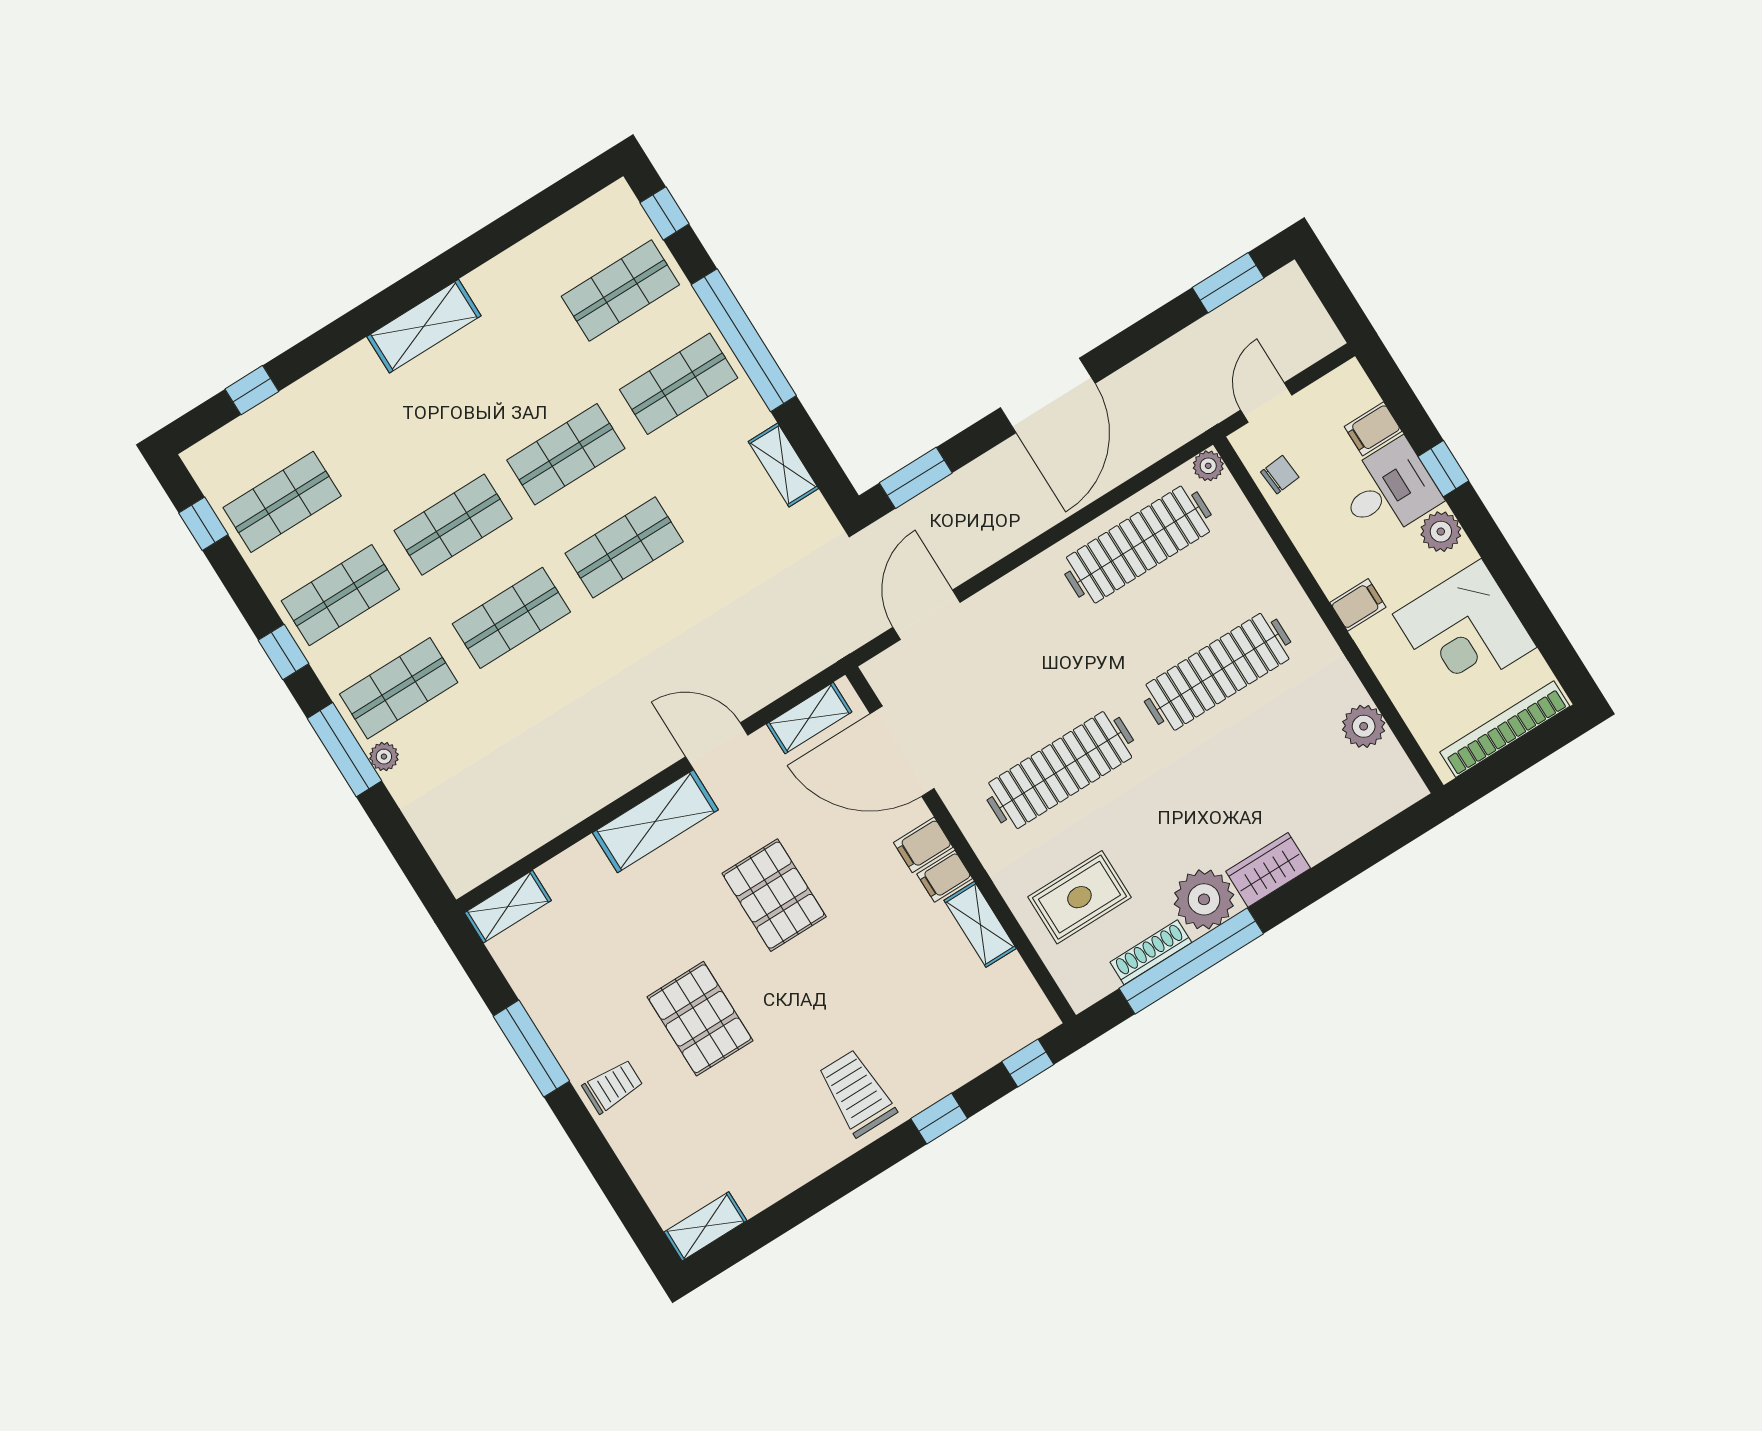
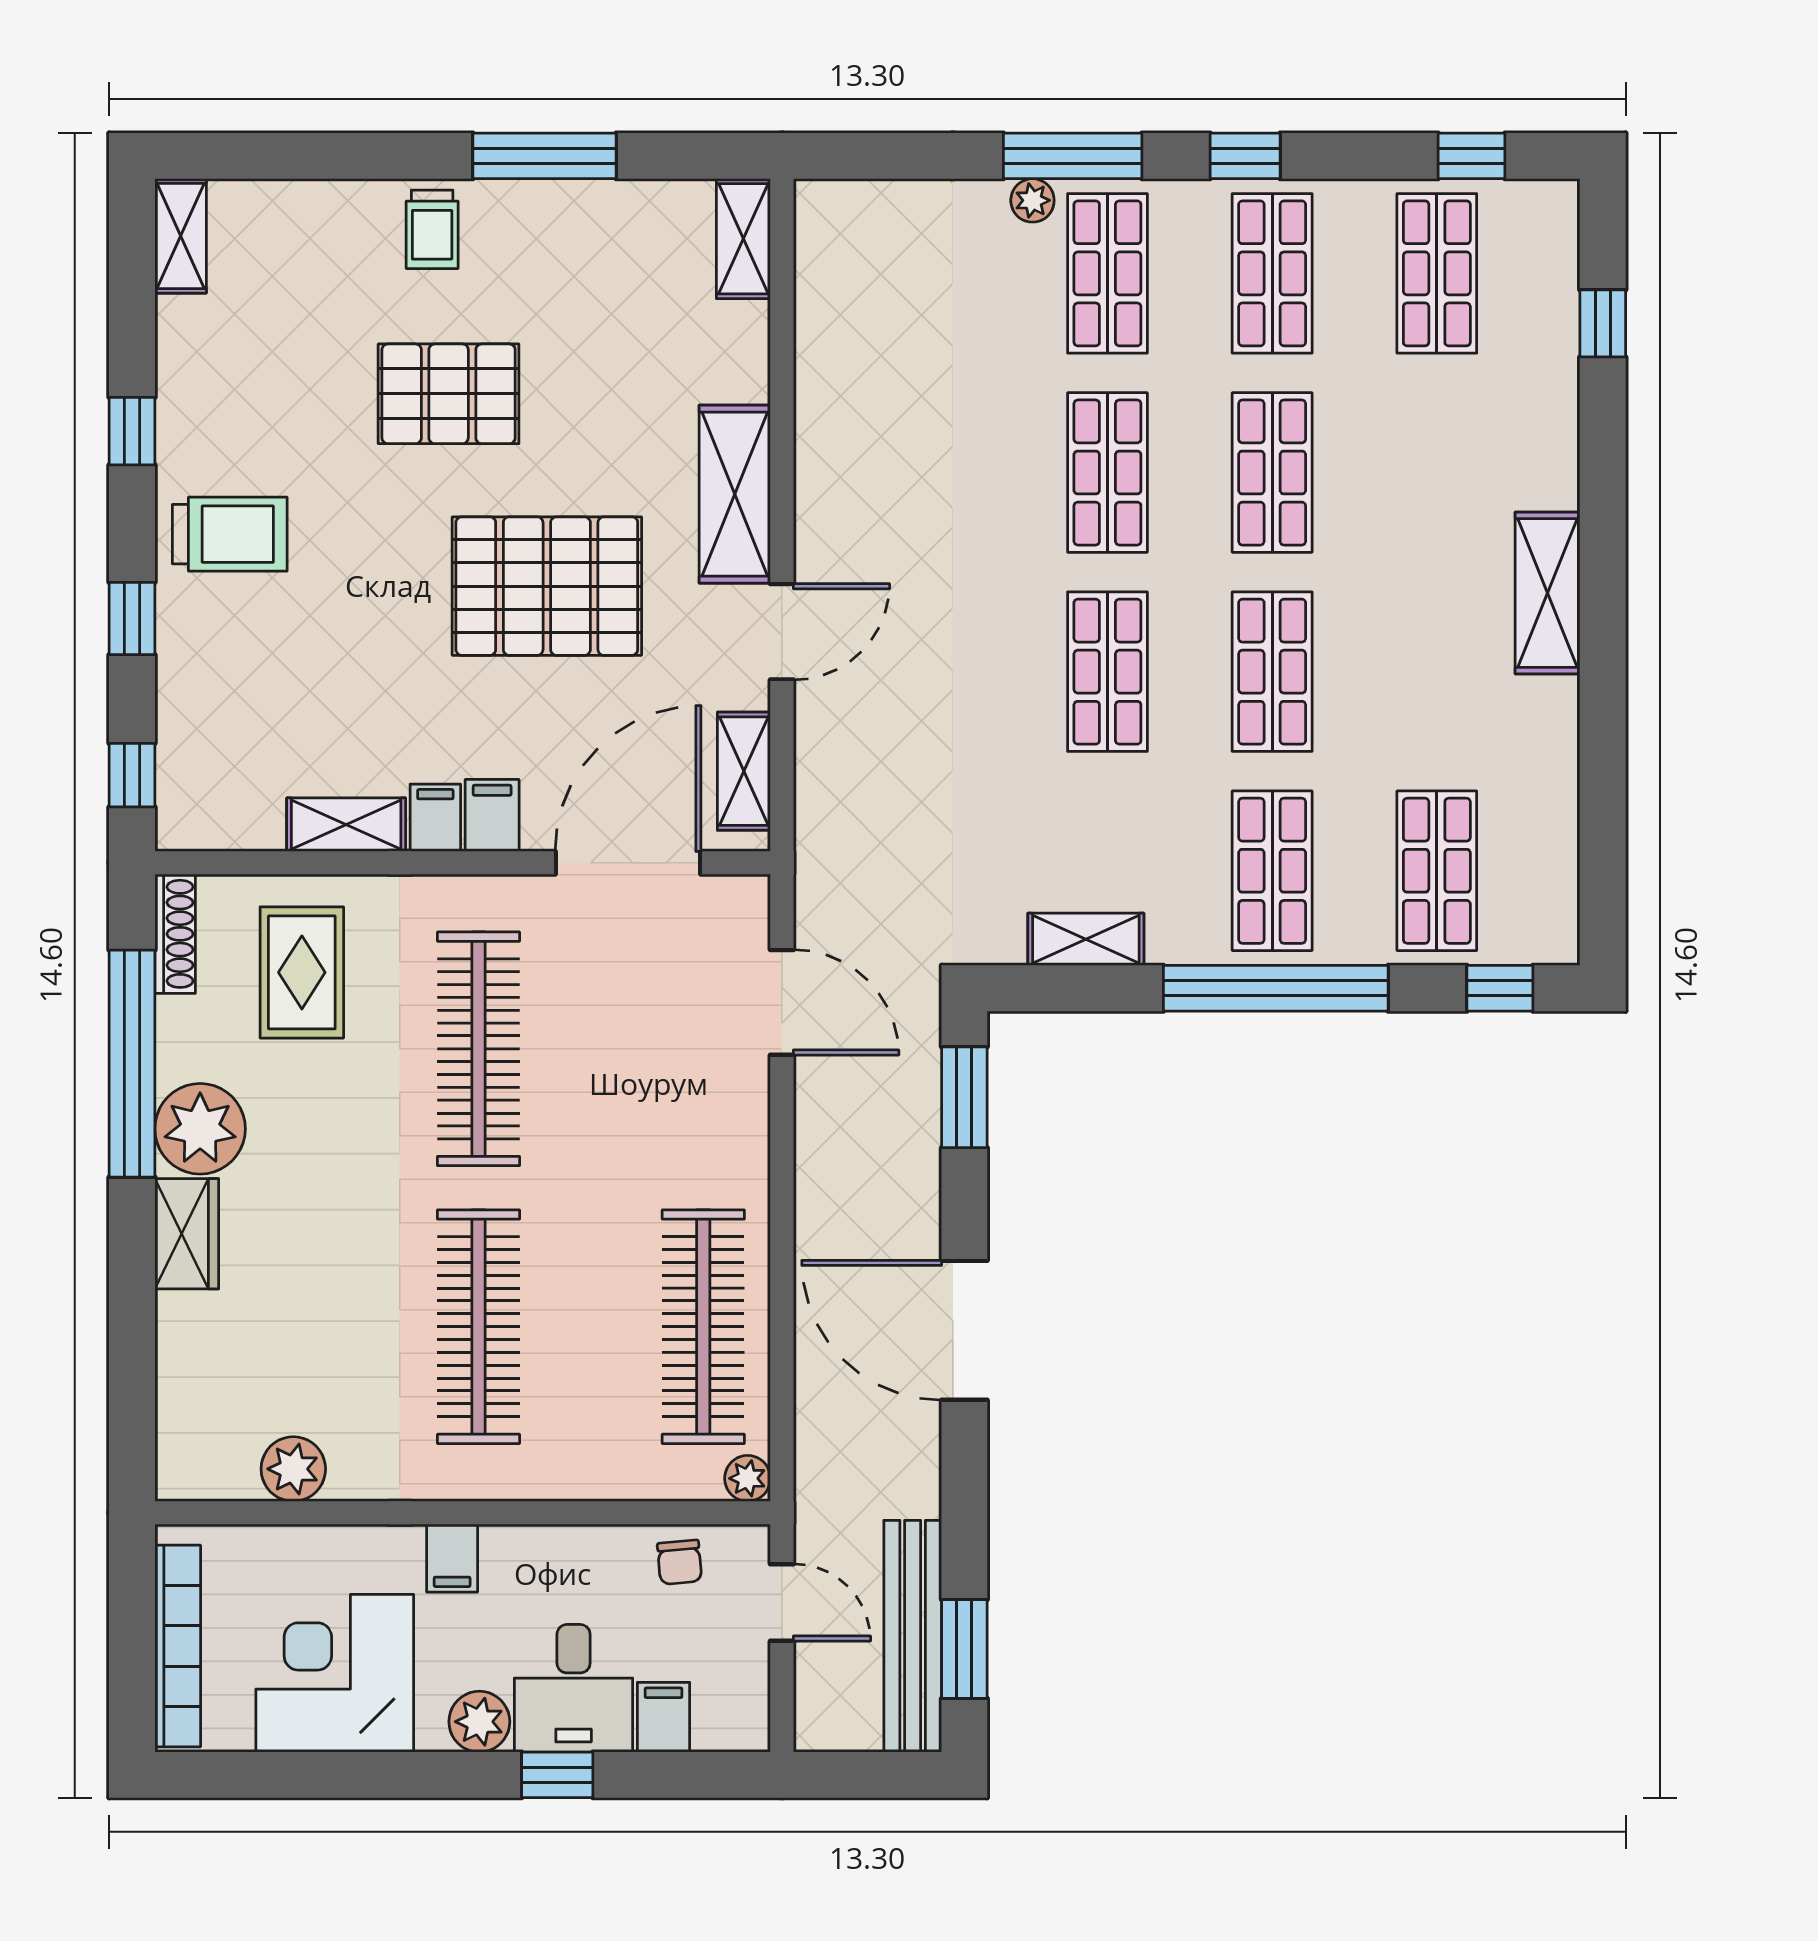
bench: (1239, 316) -> (913, 1636), added
pallet: (774, 895) -> (547, 586), width x1.37, depth x1.41
shoe rack: (1151, 952) -> (175, 934), moved
window: (833, 1185) -> (132, 431), added

